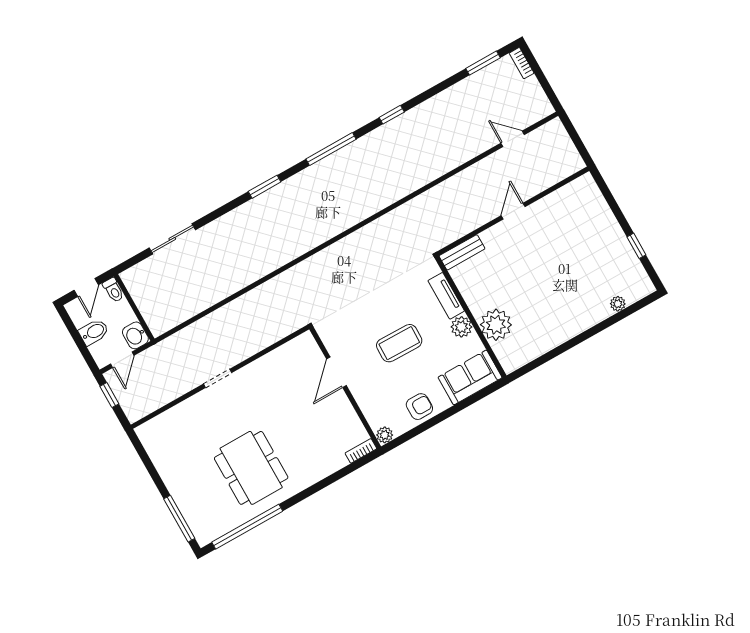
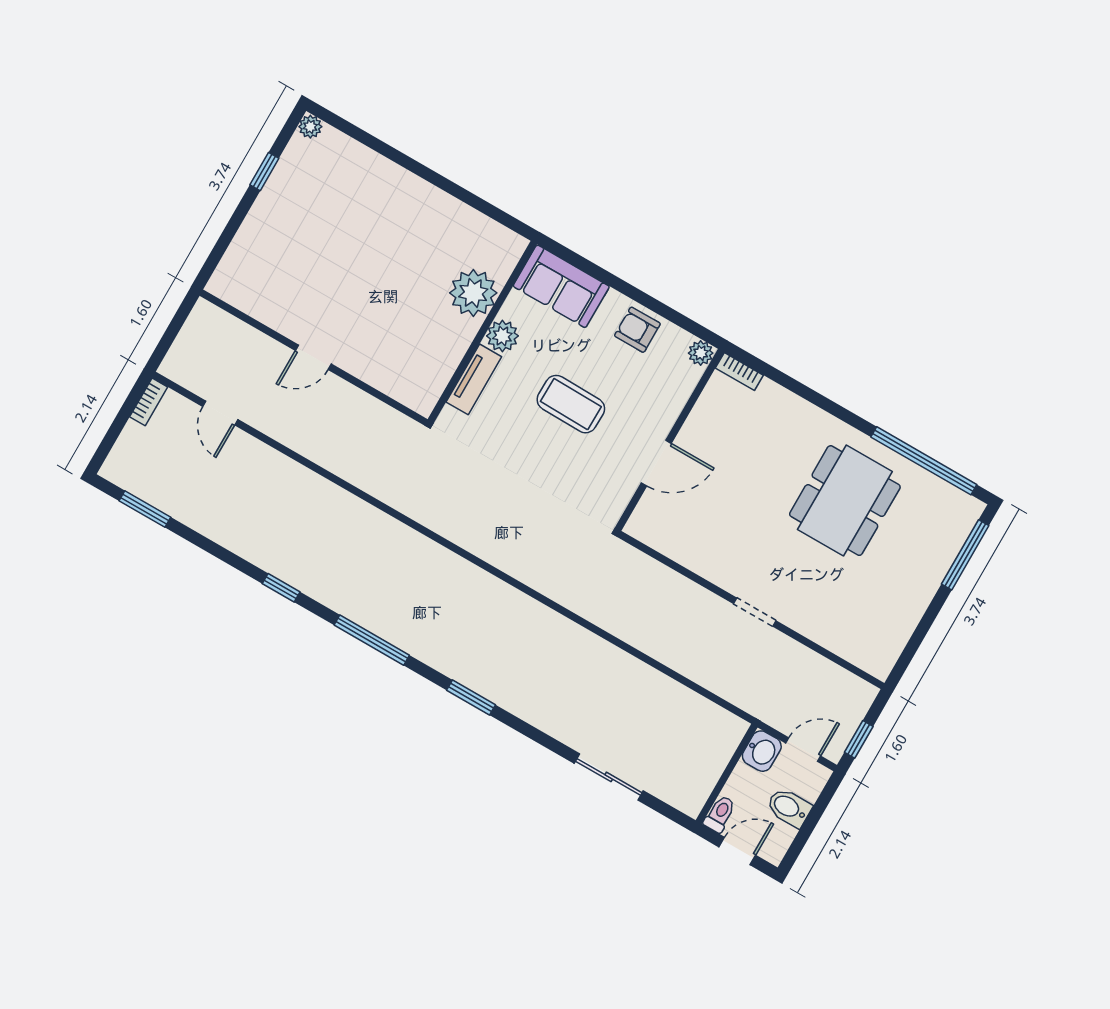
bookcase: (522, 63) -> (149, 402), moved
bench: (462, 252) -> (406, 392), removed
plant: (618, 304) -> (310, 127), moved

